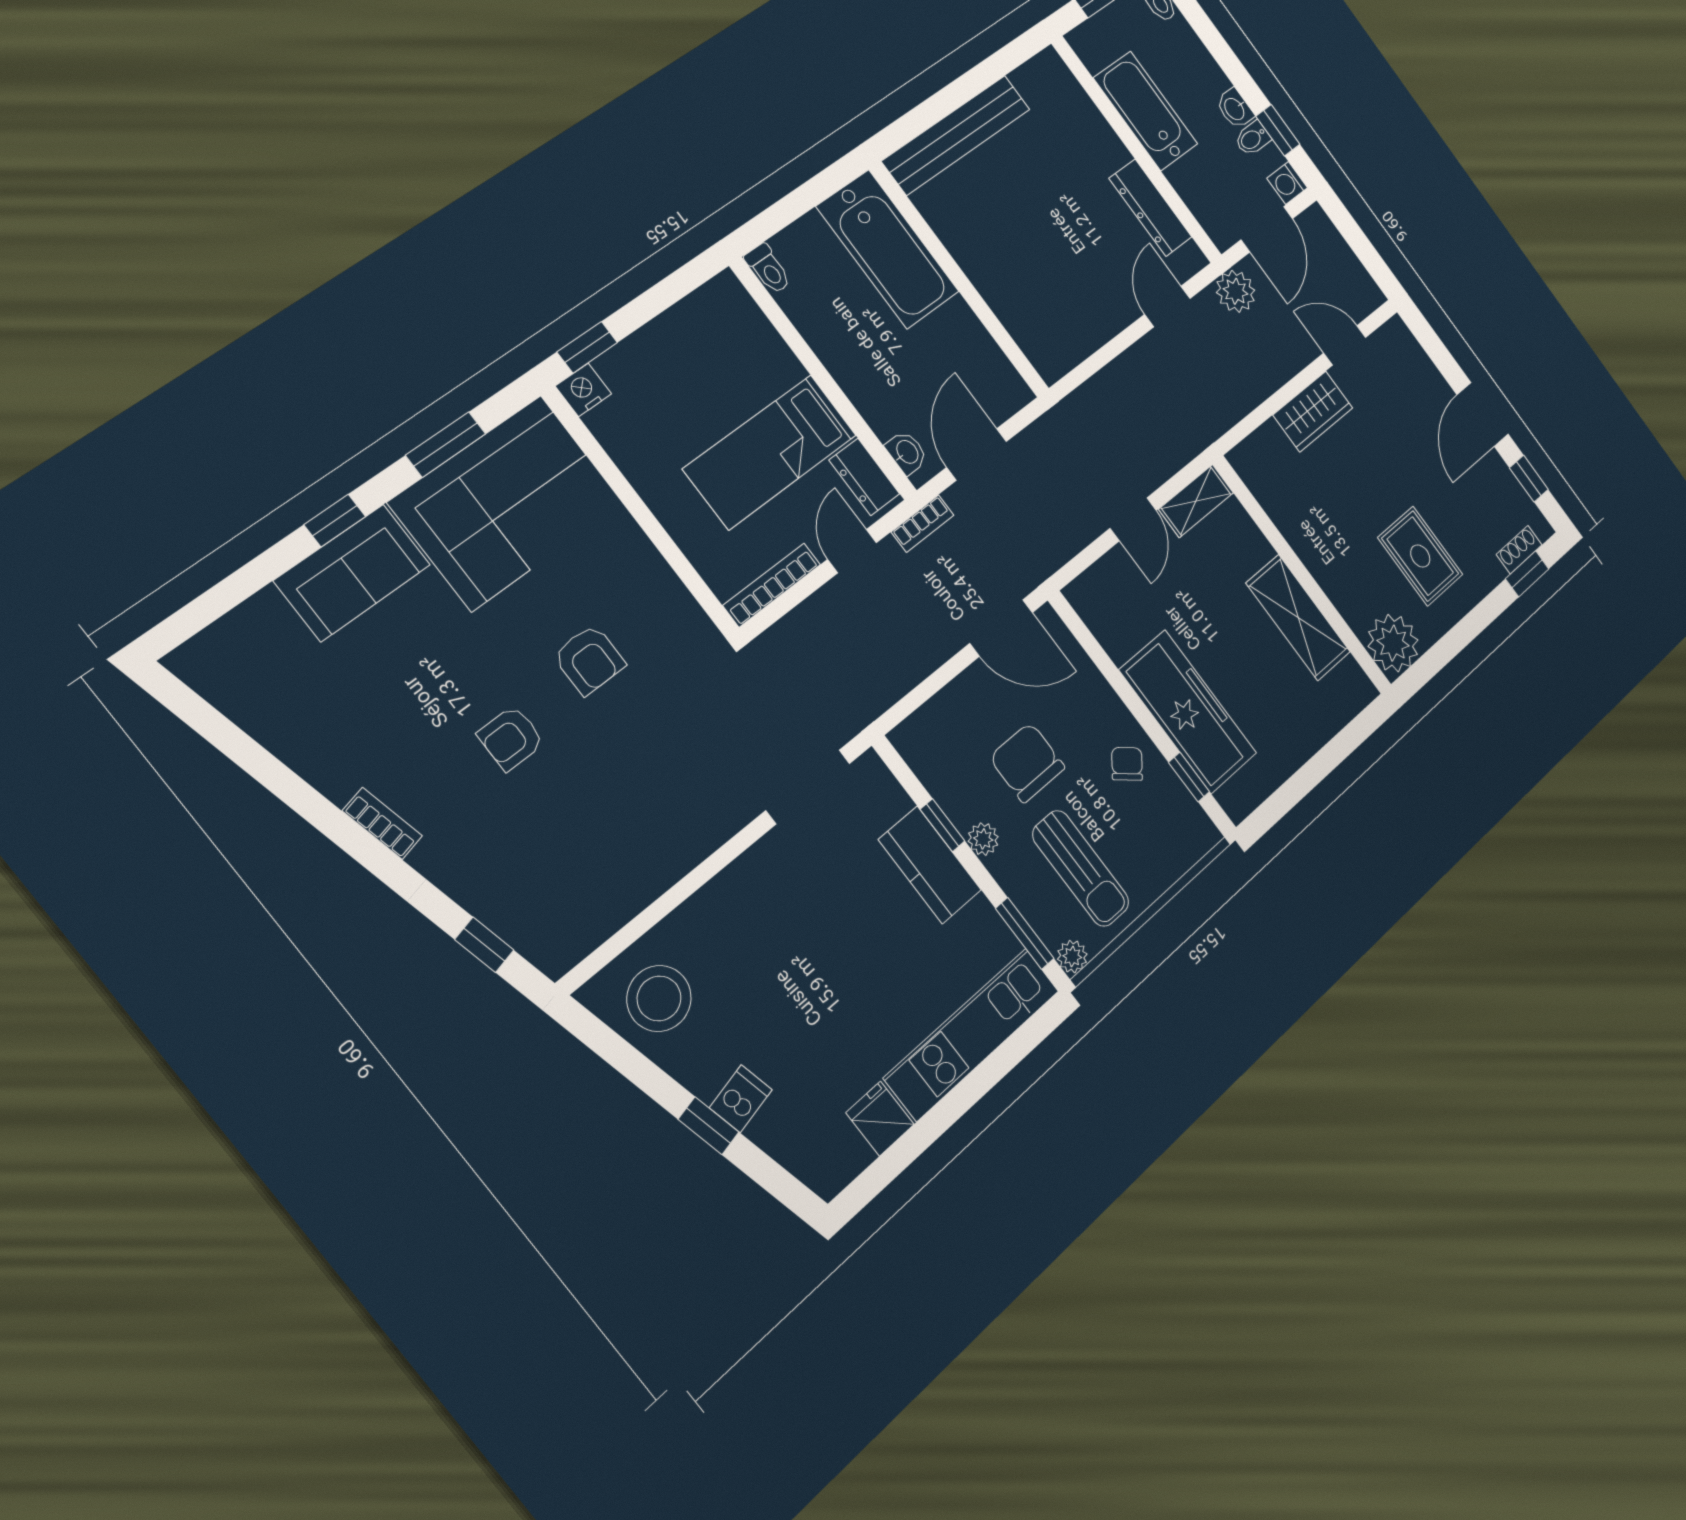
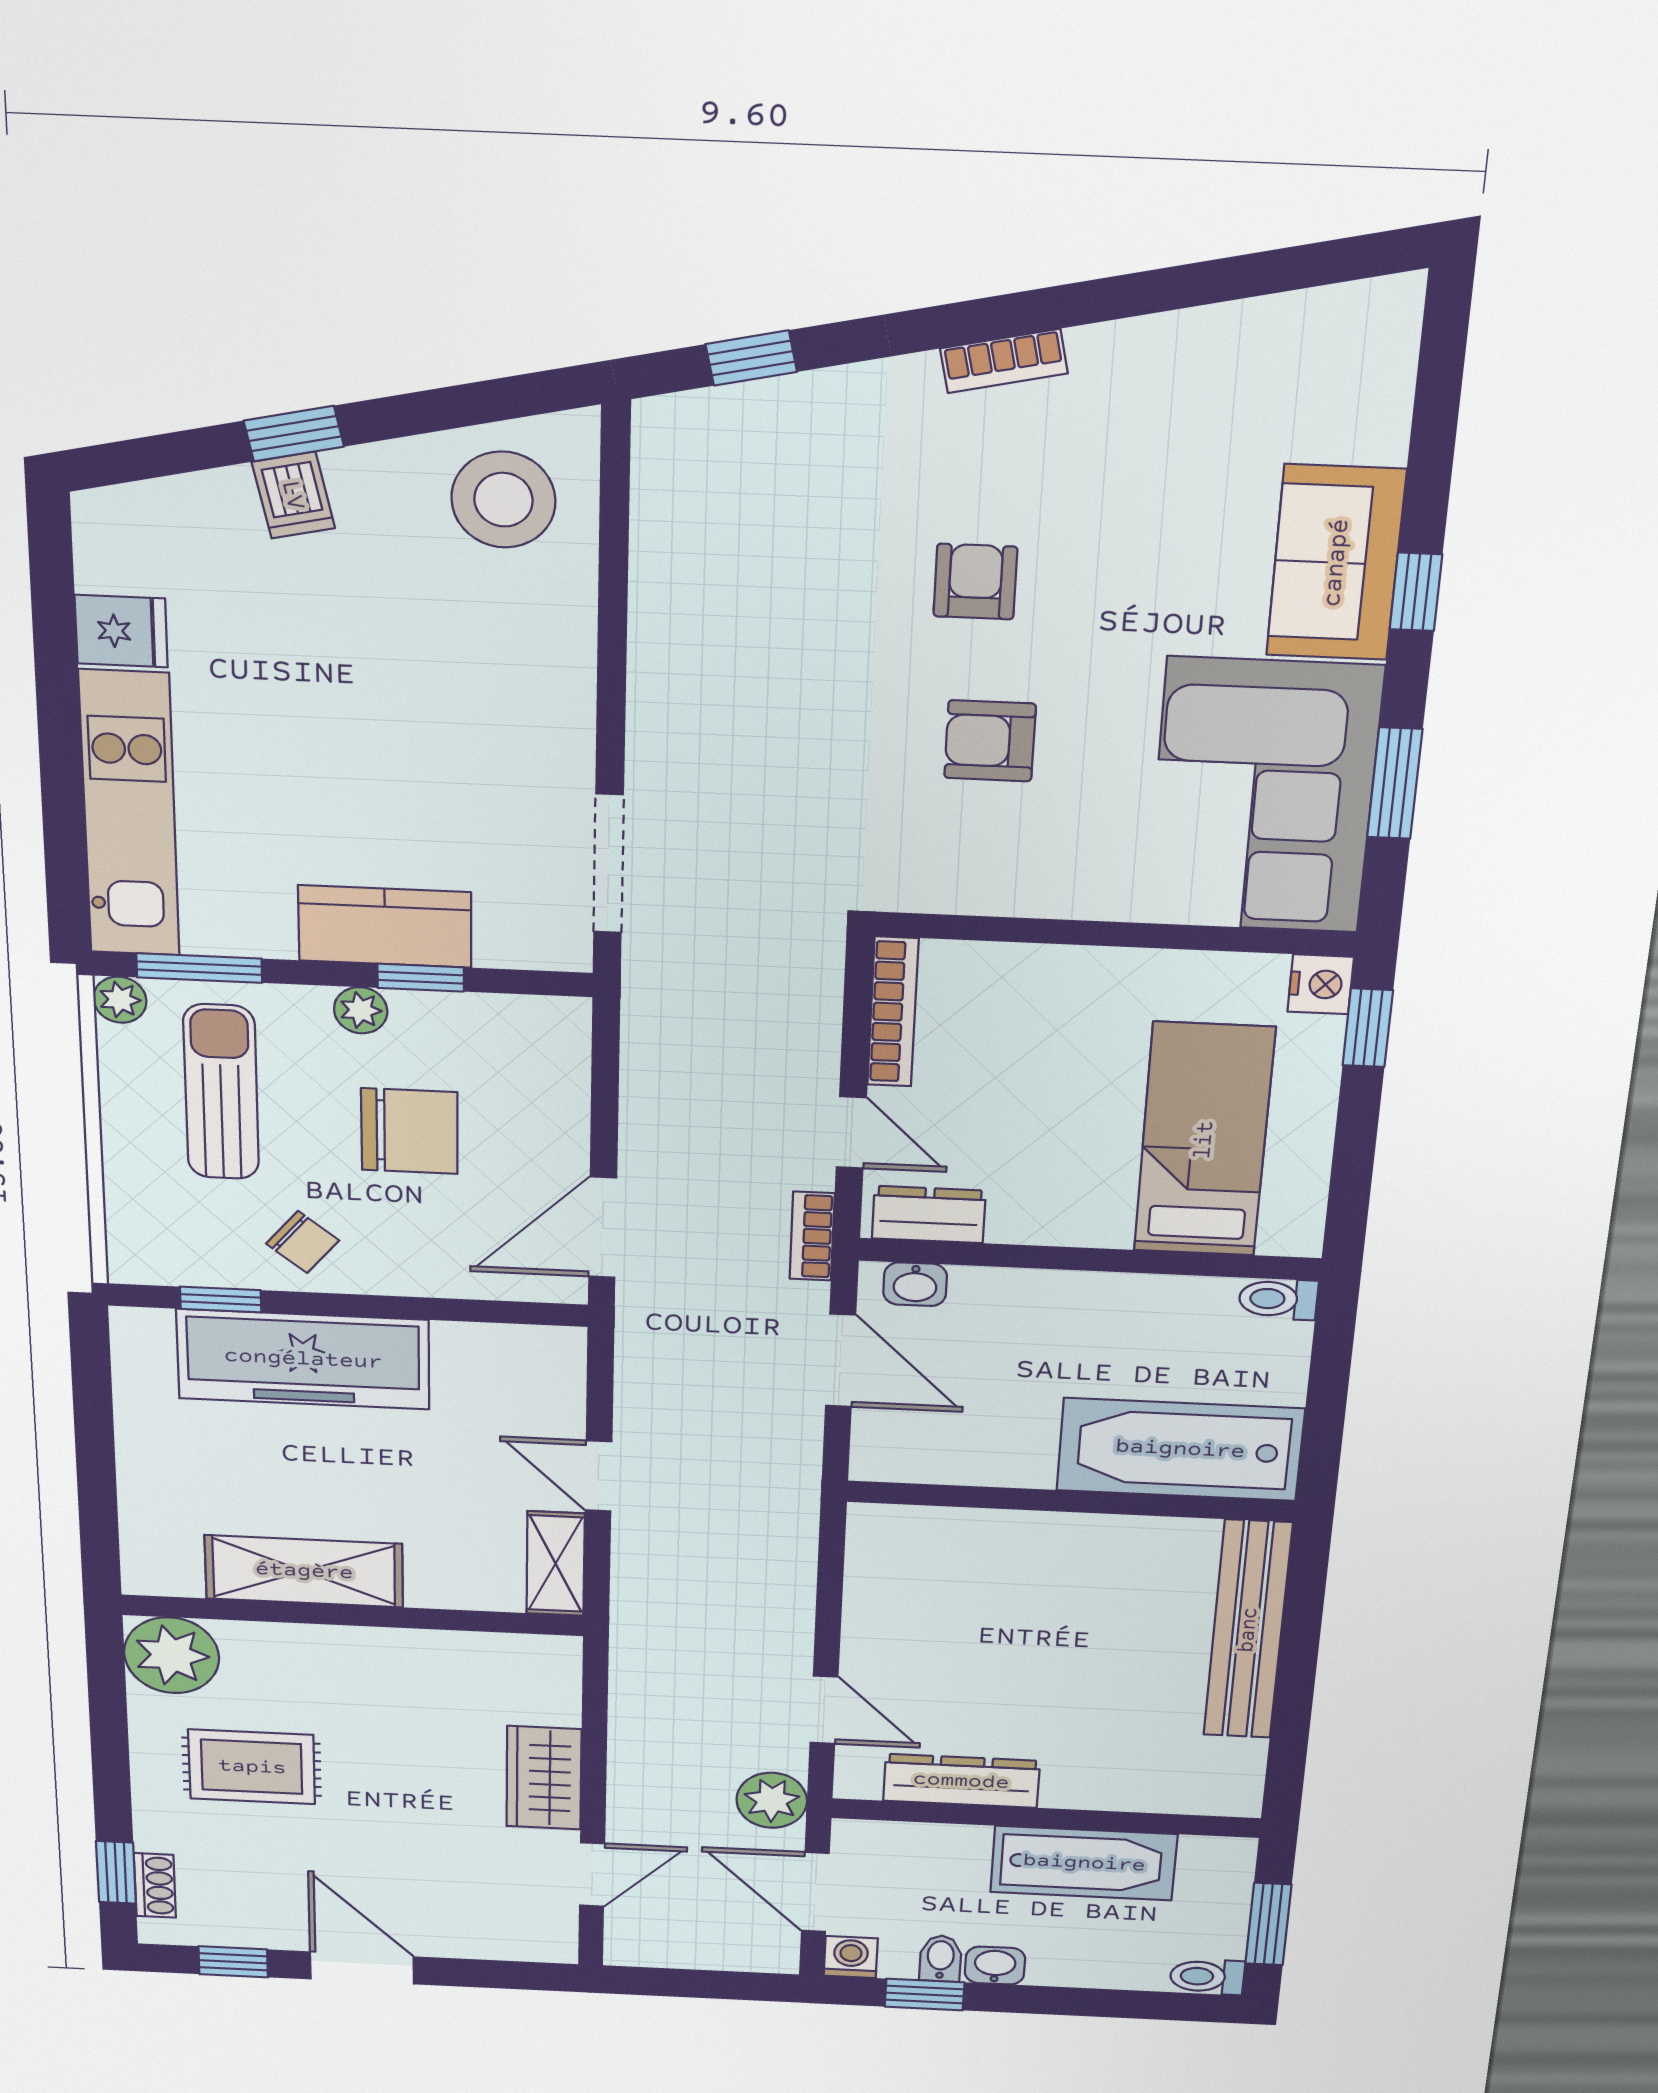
bed: (770, 452) -> (1204, 1140), moved
sun lounger: (1081, 868) -> (221, 1092), turned 90

